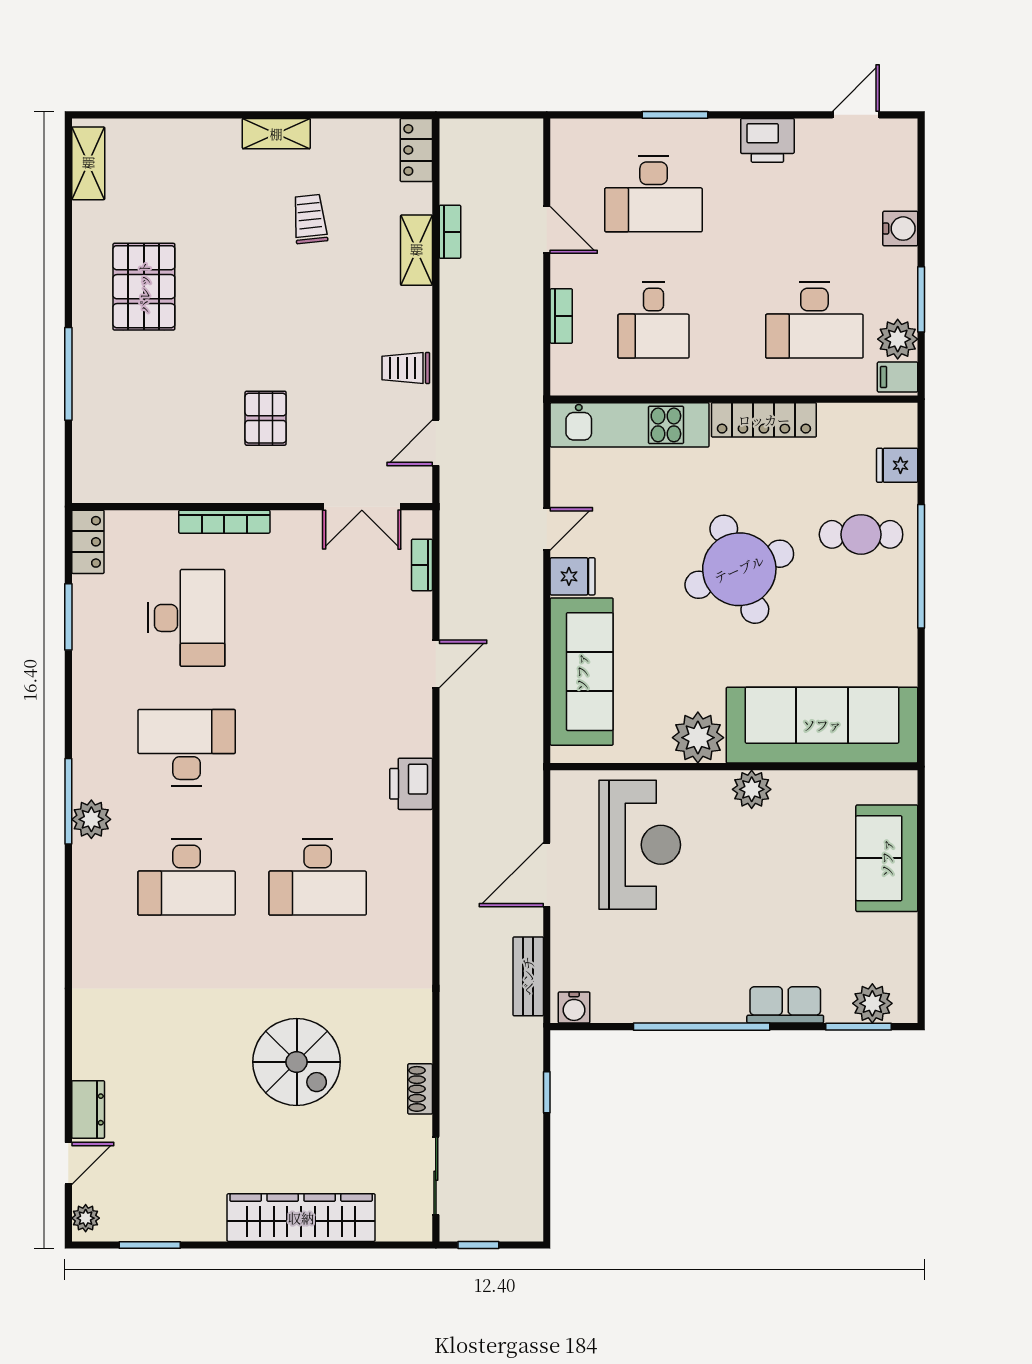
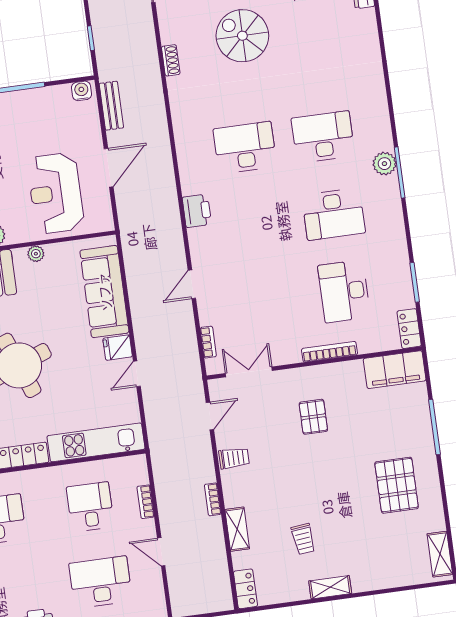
bookcase: (450, 232) -> (213, 499), moved
filing cabinet: (121, 478) -> (395, 370), added
plant: (698, 738) -> (36, 254), width x0.53, depth x0.53
shoe rack: (420, 1089) -> (171, 60), moved

